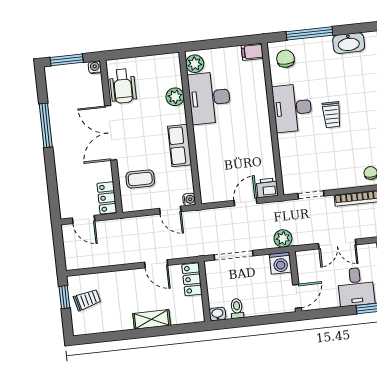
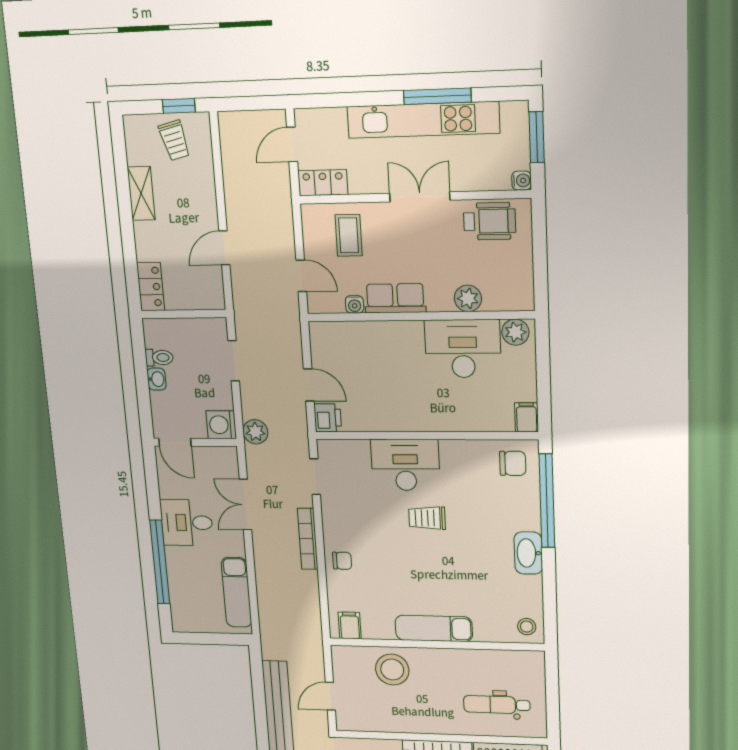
window: (309, 33) -> (547, 501), width x1.46
wheelchair: (123, 86) -> (490, 221), turned 180
desk: (292, 108) -> (405, 465), moved
double door: (111, 133) -> (420, 197), width x0.73
kitchen unit: (61, 134) -> (423, 120), added
water cooler: (189, 199) -> (355, 304), moved
door: (170, 210) -> (301, 276), swing flipped
doorway: (234, 255) -> (234, 361), width x0.73
locker: (192, 279) -> (151, 287), moved, turned 90
washbasin: (217, 314) -> (157, 379), moved
shelving: (152, 319) -> (141, 193), moved

